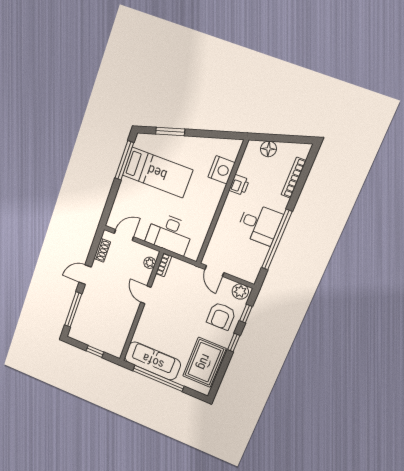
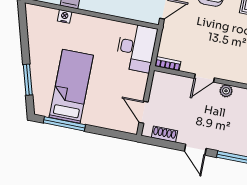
nightstand: (222, 170) -> (65, 16), width x0.53, depth x0.56
desk: (170, 234) -> (136, 48), moved
plant: (150, 263) -> (226, 91), moved

